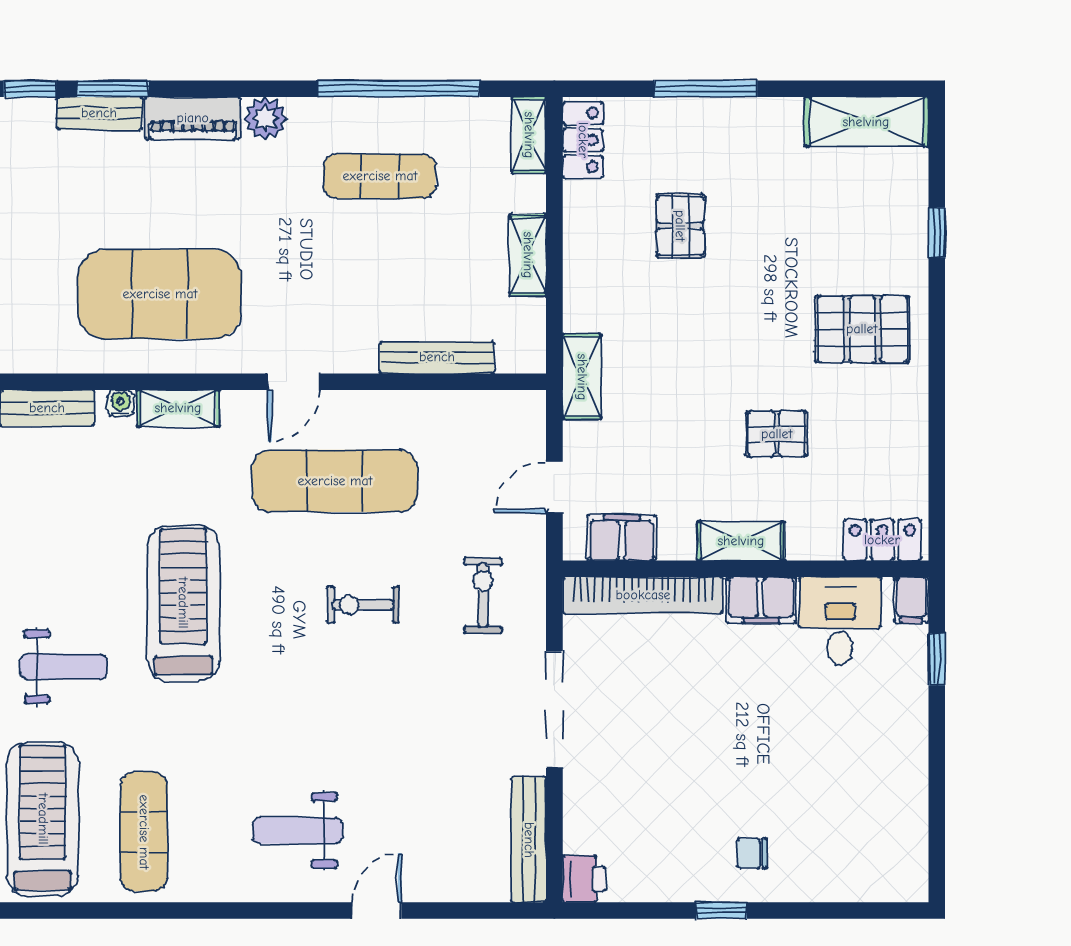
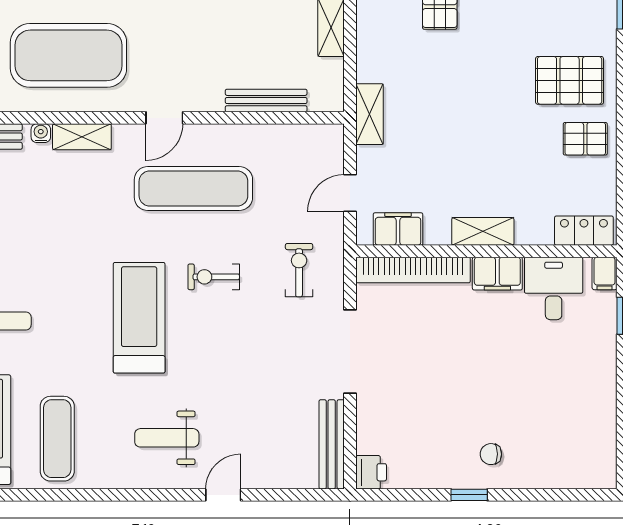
pallet: (777, 434) -> (585, 139), moved
treadmill: (183, 603) -> (139, 318), moved

